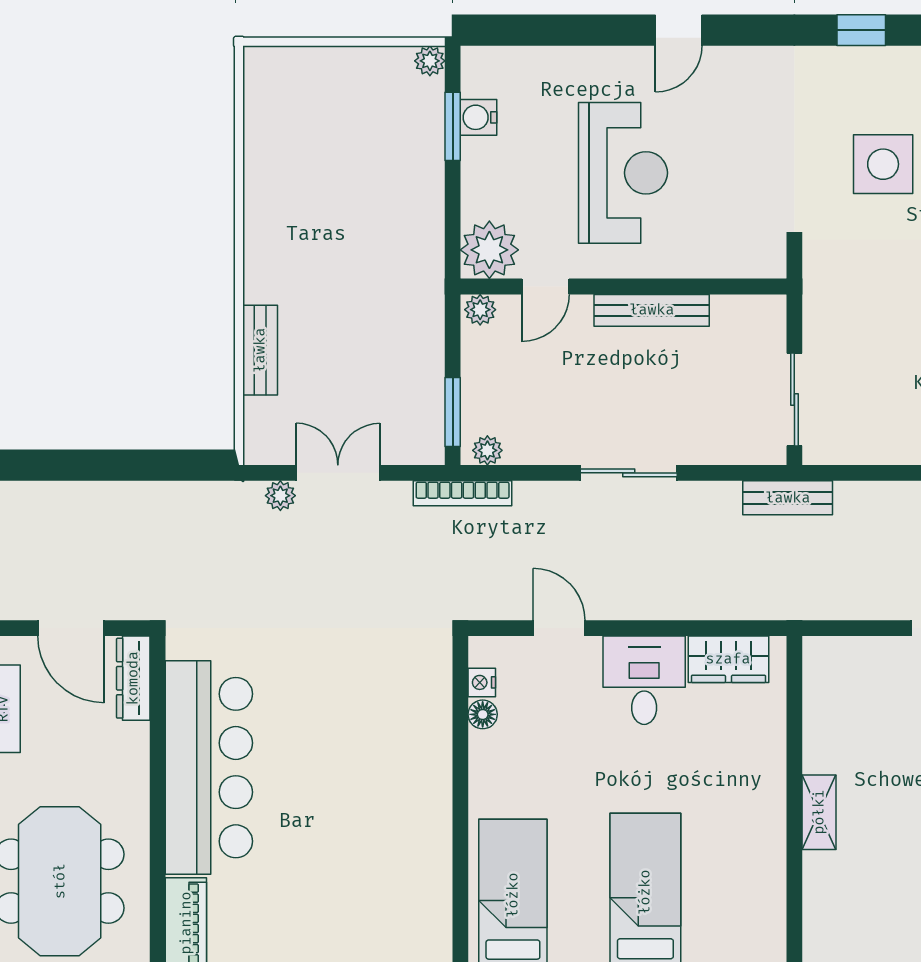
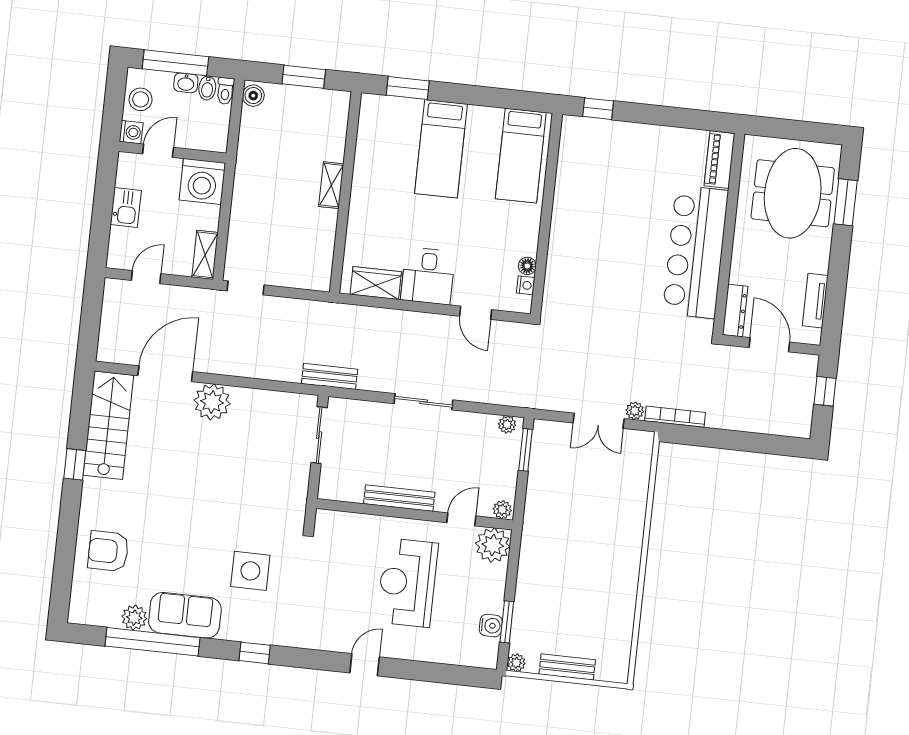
bench: (260, 350) -> (567, 667), moved, turned 90
bookcase: (463, 493) -> (675, 417), moved

